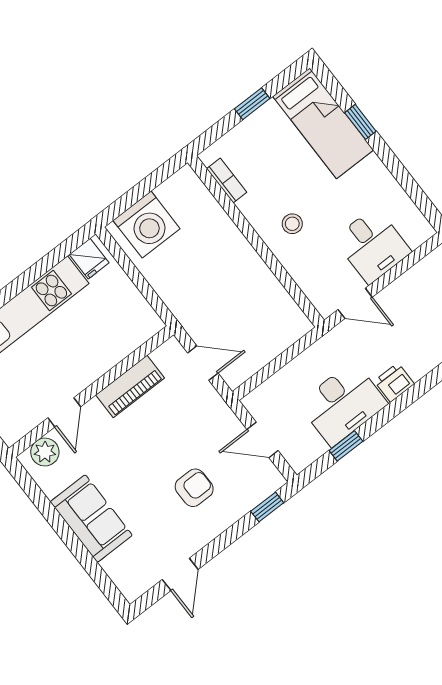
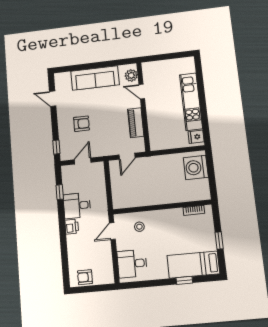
stool: (292, 224) -> (139, 227), moved
desk: (372, 245) -> (132, 264), moved
desk: (343, 404) -> (77, 206), width x0.73
armchair: (194, 488) -> (81, 124), turned -90
sofa: (91, 519) -> (95, 78), width x1.36

